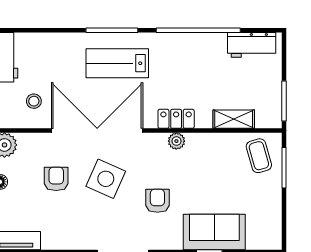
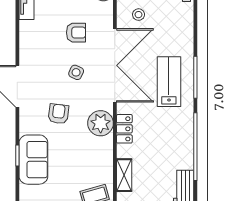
plant: (176, 141) -> (101, 123), width x1.88, depth x1.88
side table: (106, 179) -> (76, 72), width x0.54, depth x0.54
armchair: (157, 201) -> (58, 114), turned -83

